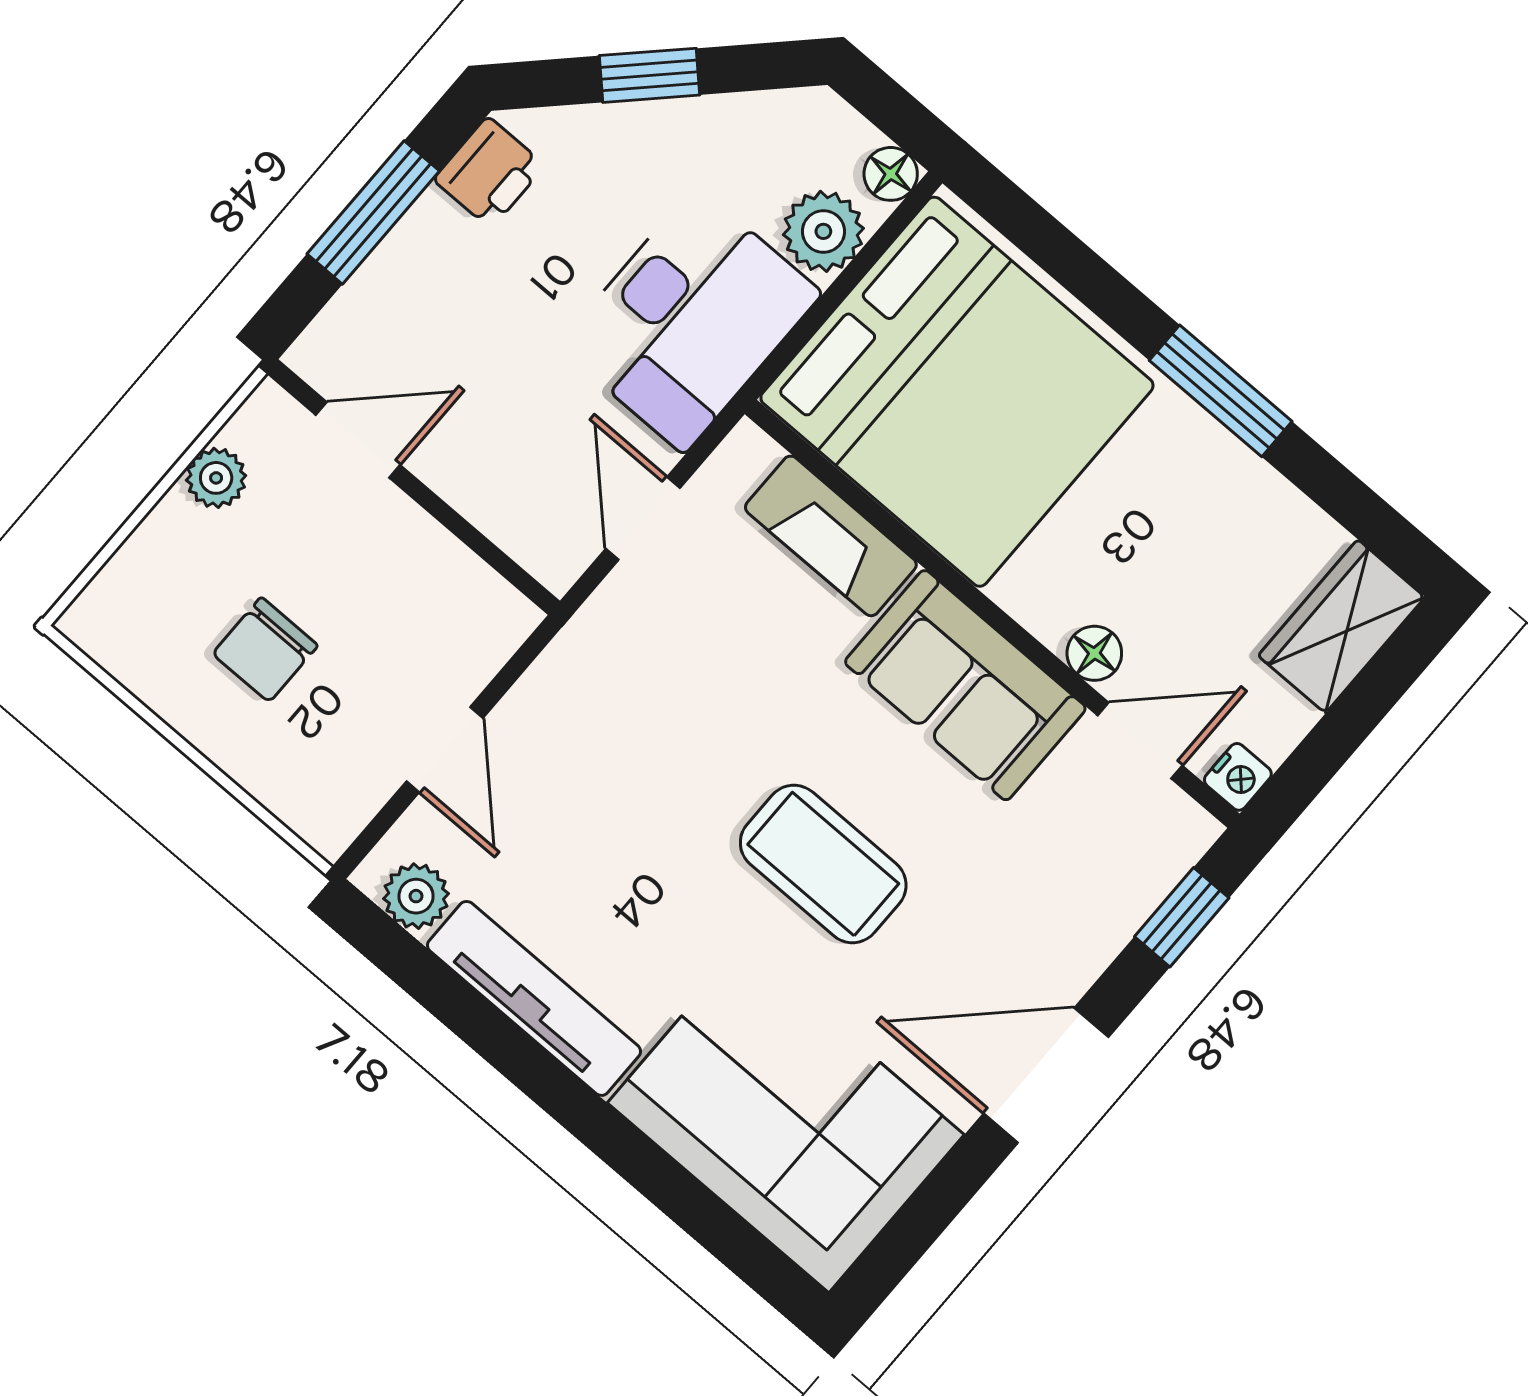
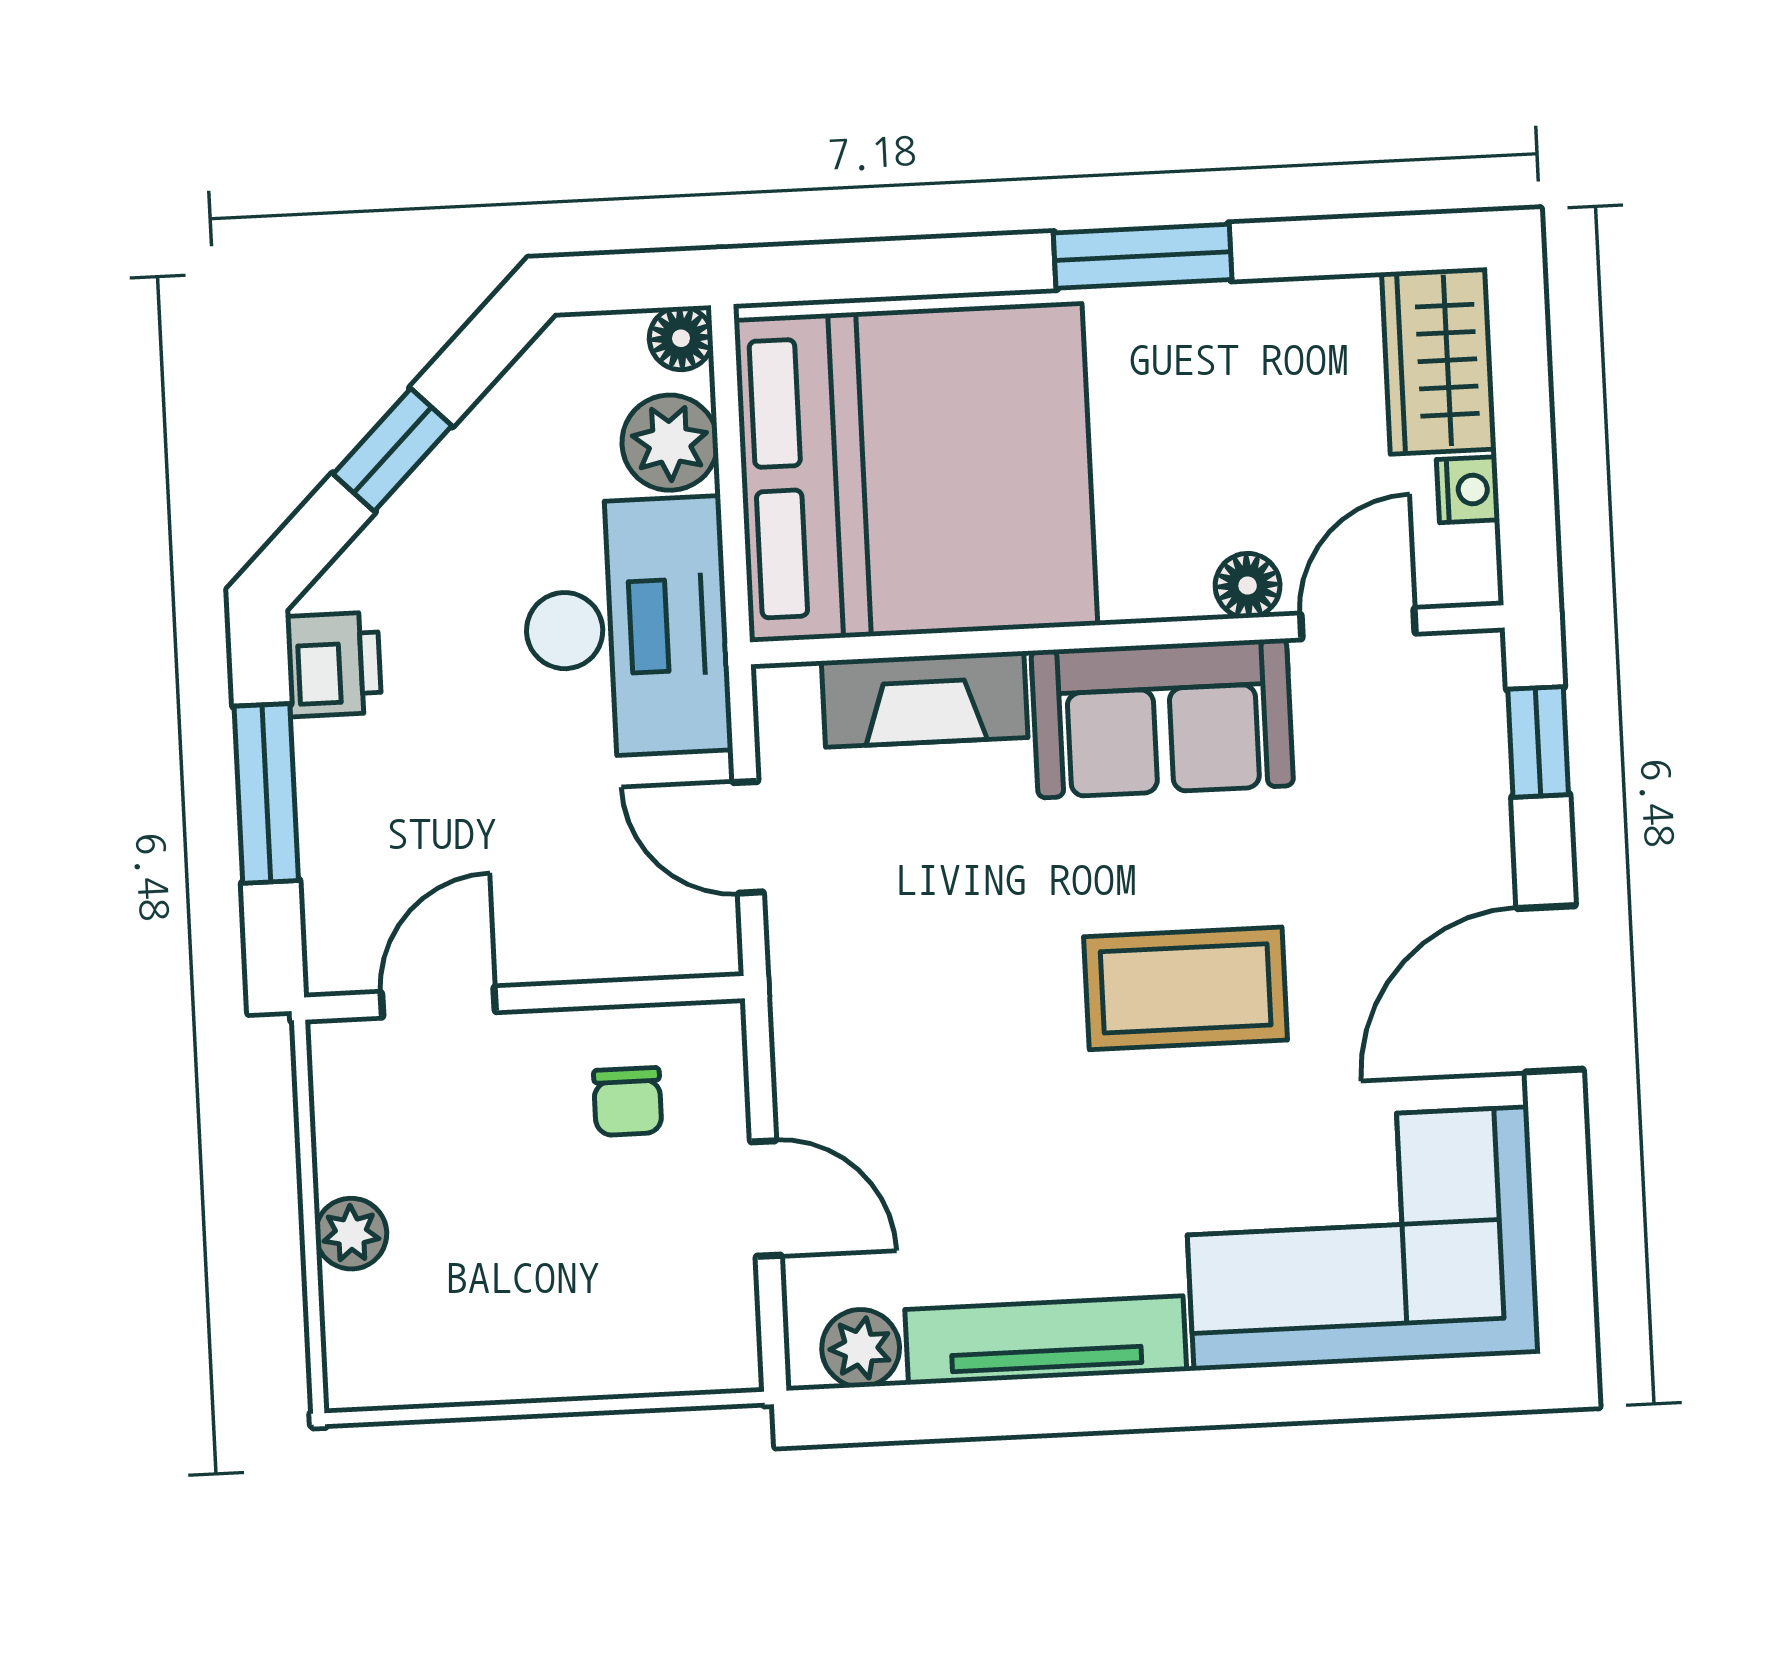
plant: (216, 478) -> (351, 1234), moved
chair: (265, 650) -> (628, 1102), moved, width x0.73, depth x0.73
nightstand: (1238, 777) -> (1468, 490), moved

